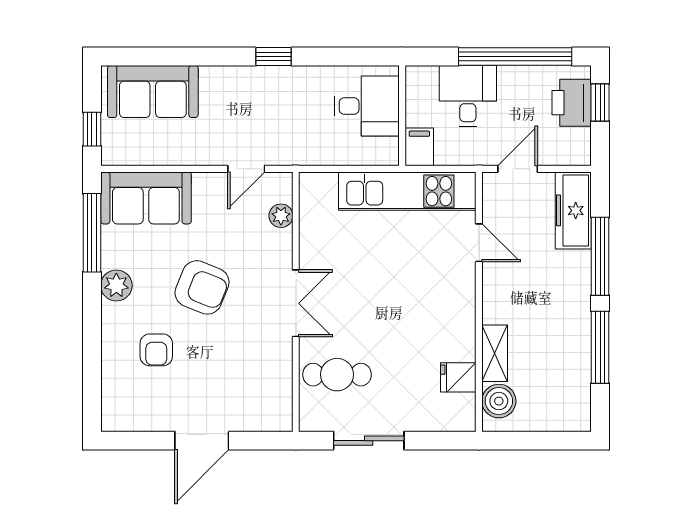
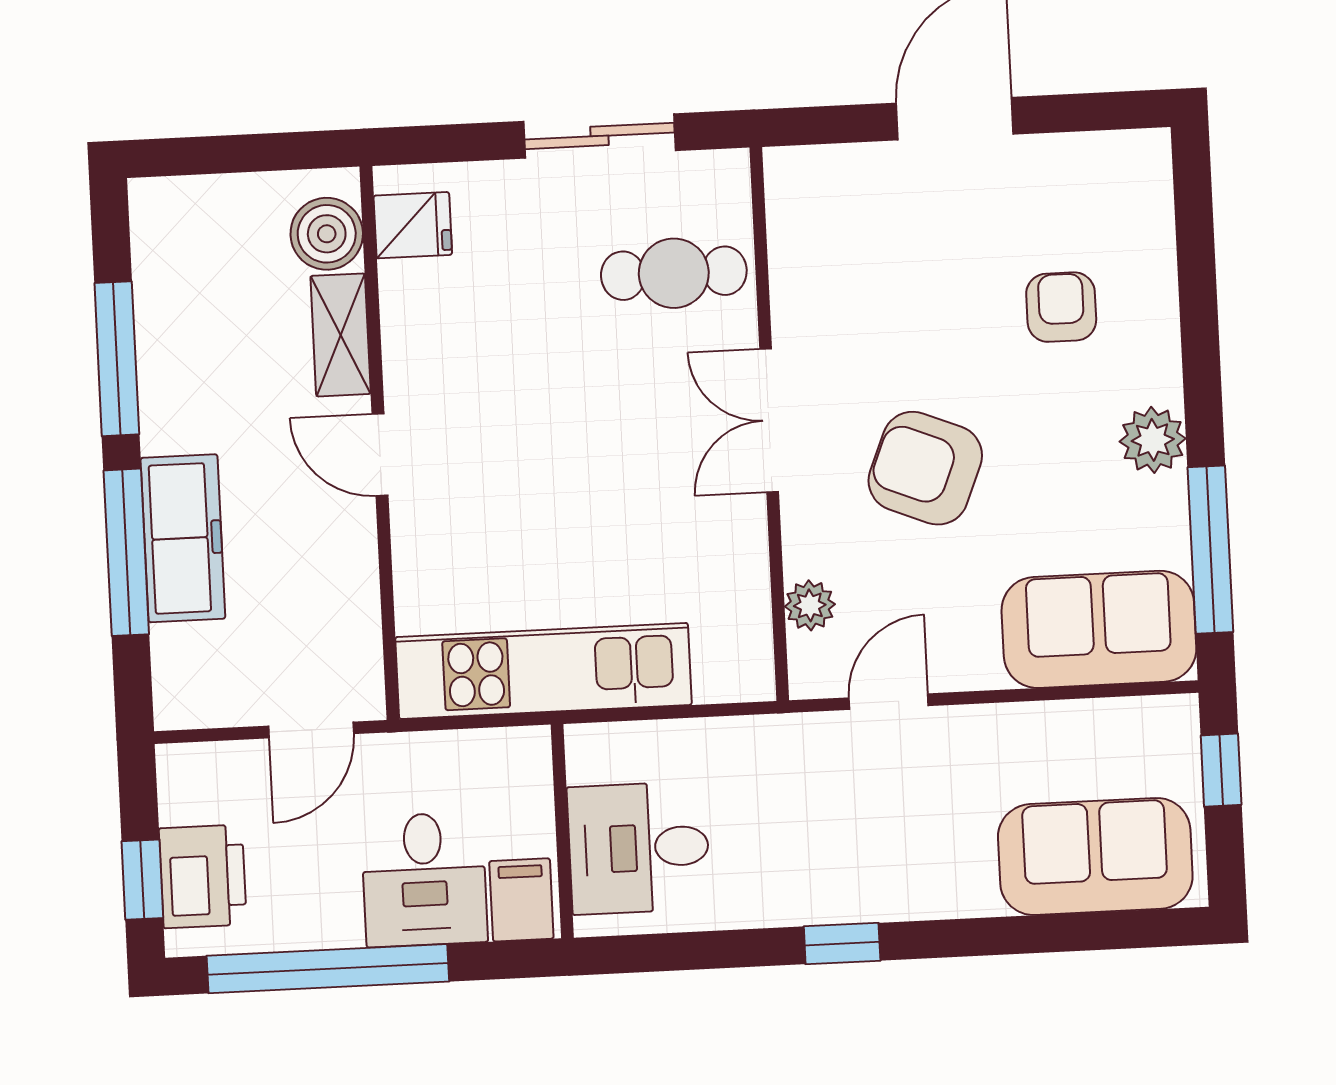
filing cabinet: (419, 147) -> (521, 900), moved, turned 180
freezer: (573, 210) -> (183, 538), moved
door: (479, 243) -> (380, 455), moved
armchair: (202, 287) -> (925, 468), moved
fridge: (458, 377) -> (413, 225), moved

